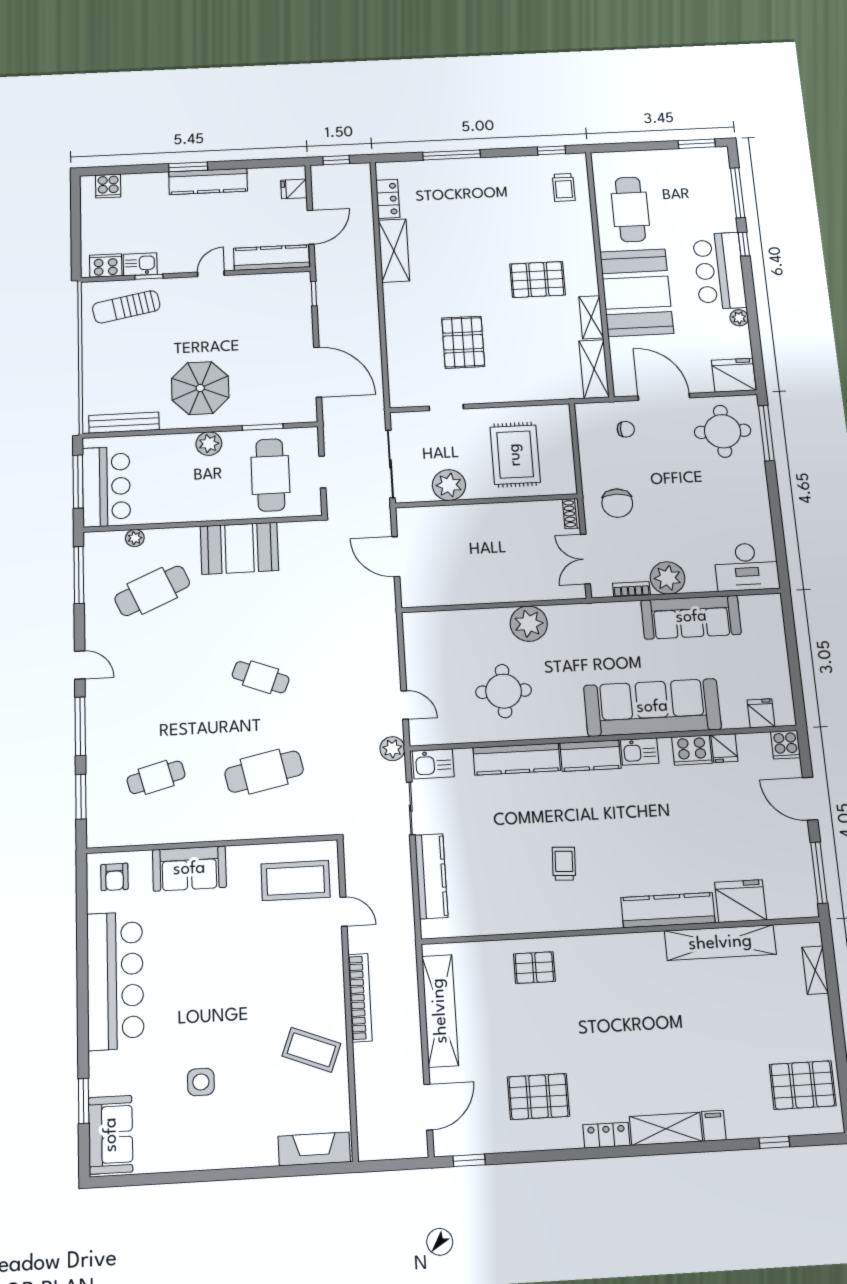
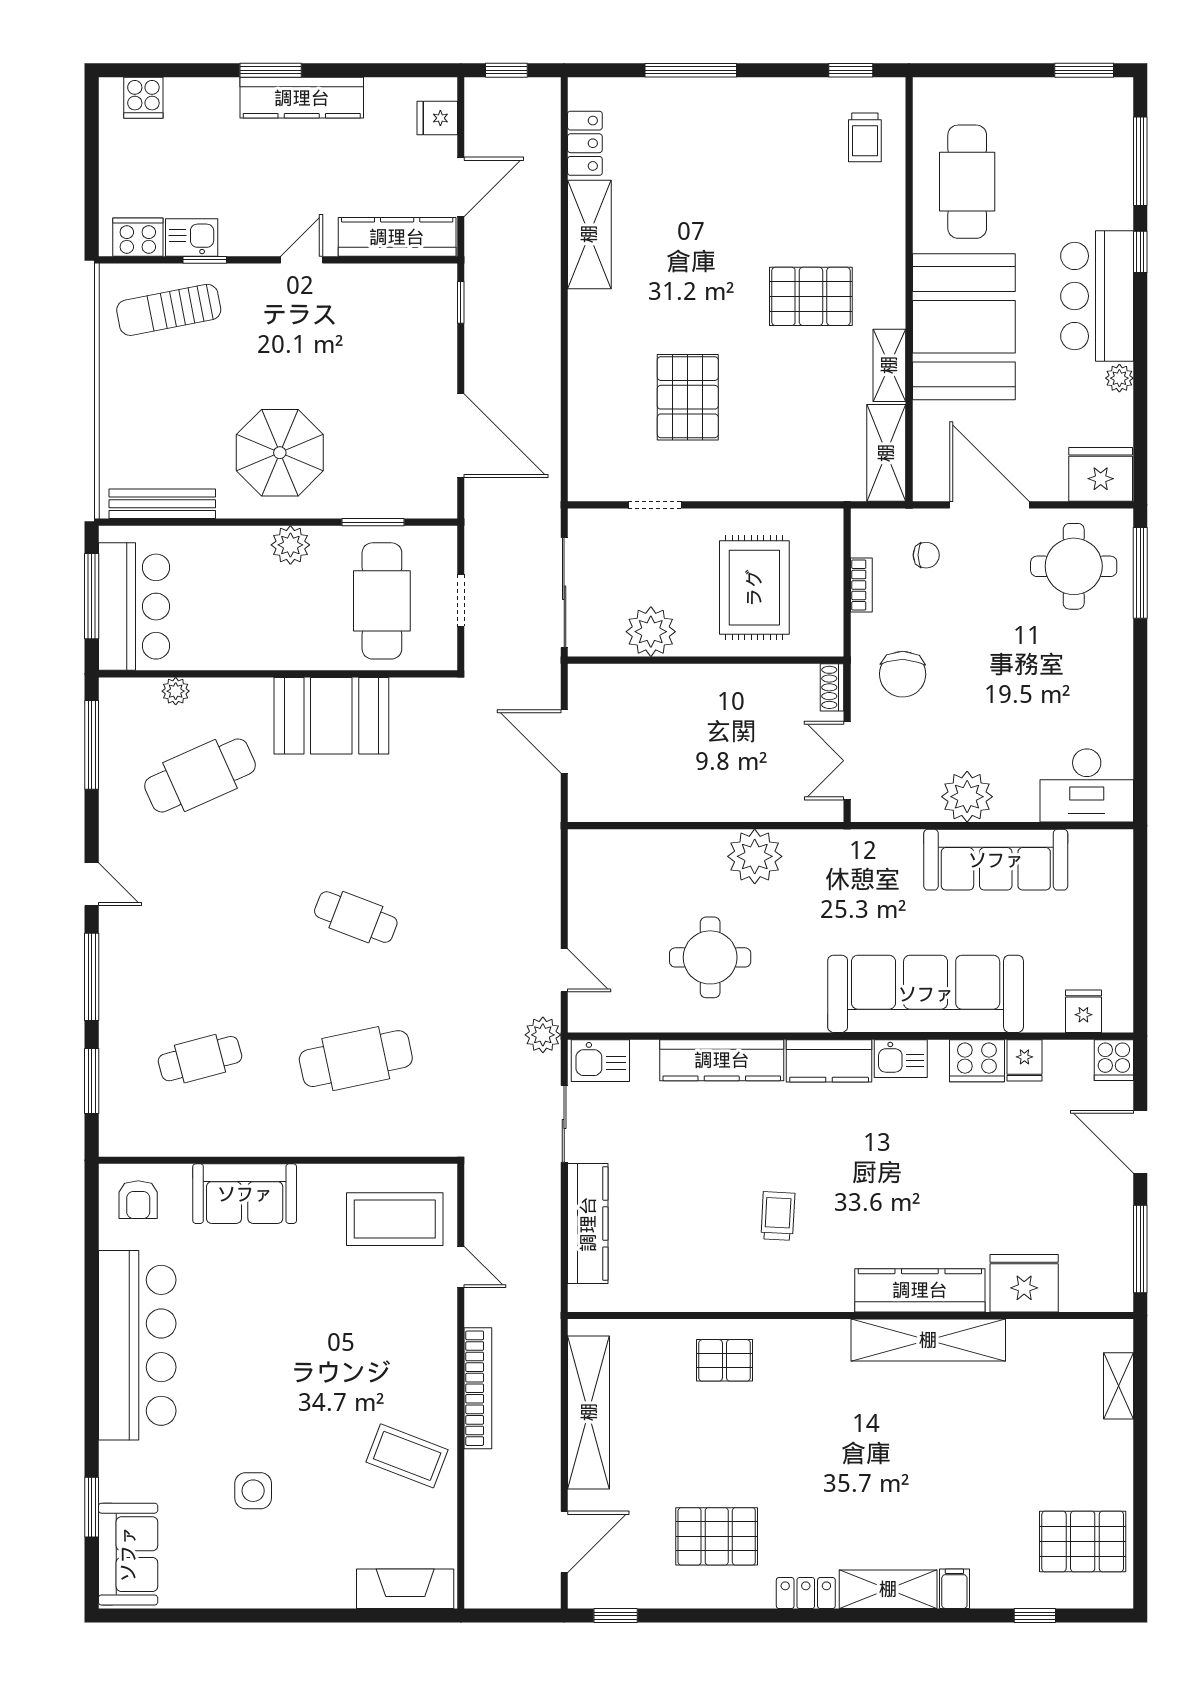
bookcase: (631, 589) -> (861, 585), moved, turned 90
shelving: (720, 943) -> (928, 1340), moved

